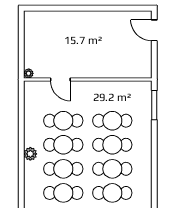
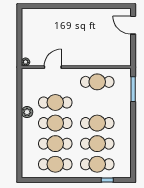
door: (60, 79) -> (53, 67), swing flipped
cafe table: (112, 121) -> (97, 82), moved
plant: (30, 154) -> (27, 112), moved

